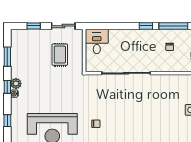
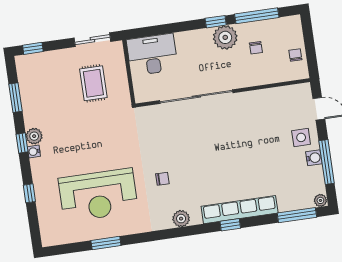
window: (34, 26) -> (33, 48), moved
plant: (151, 37) -> (225, 37), added
desk: (97, 41) -> (152, 55), width x1.37

